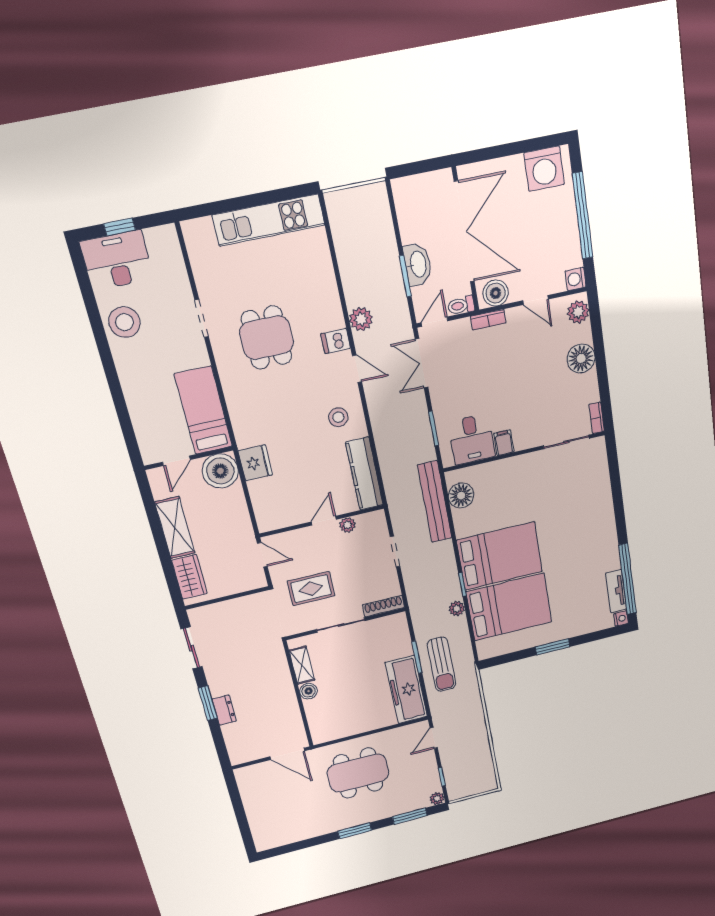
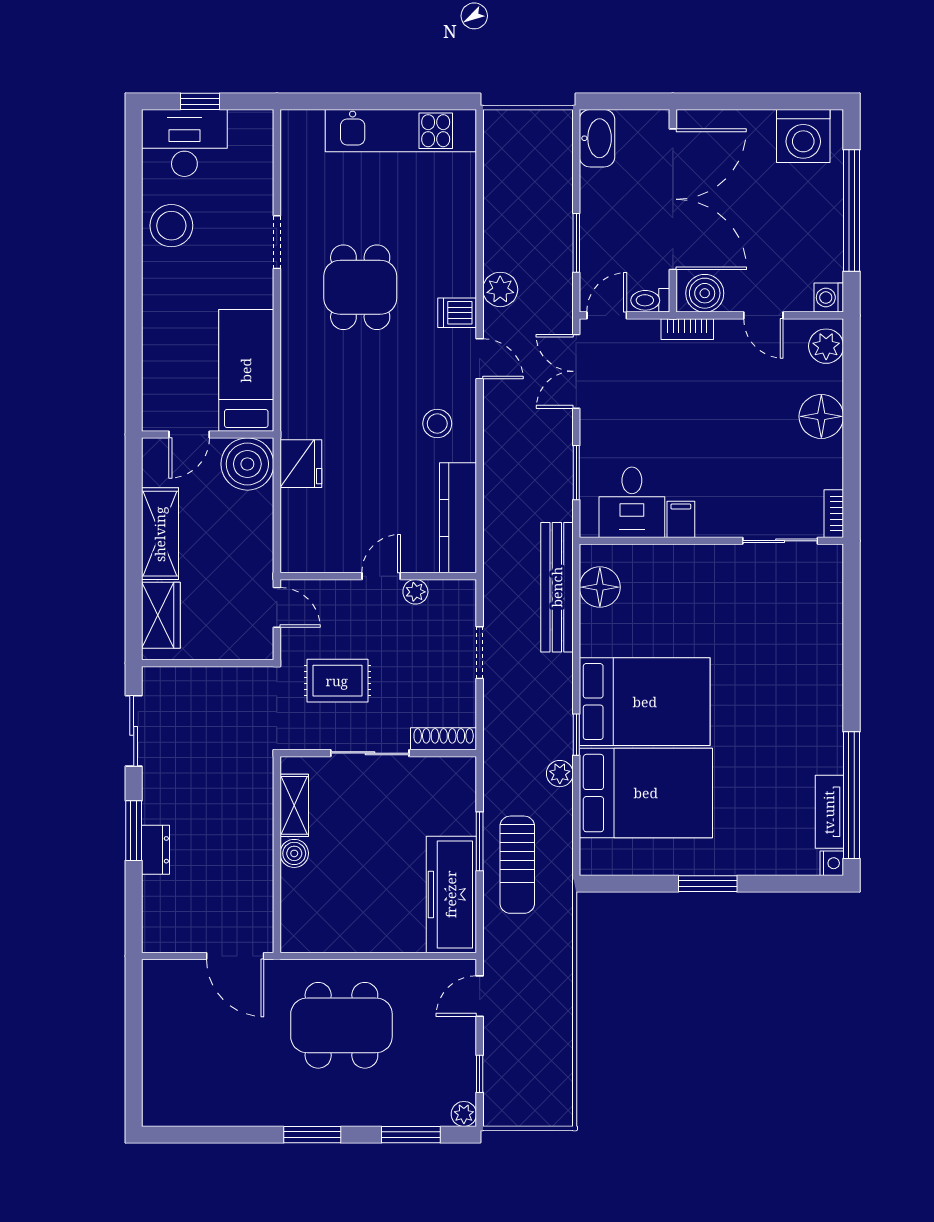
washbasin: (418, 264) -> (597, 138), moved

